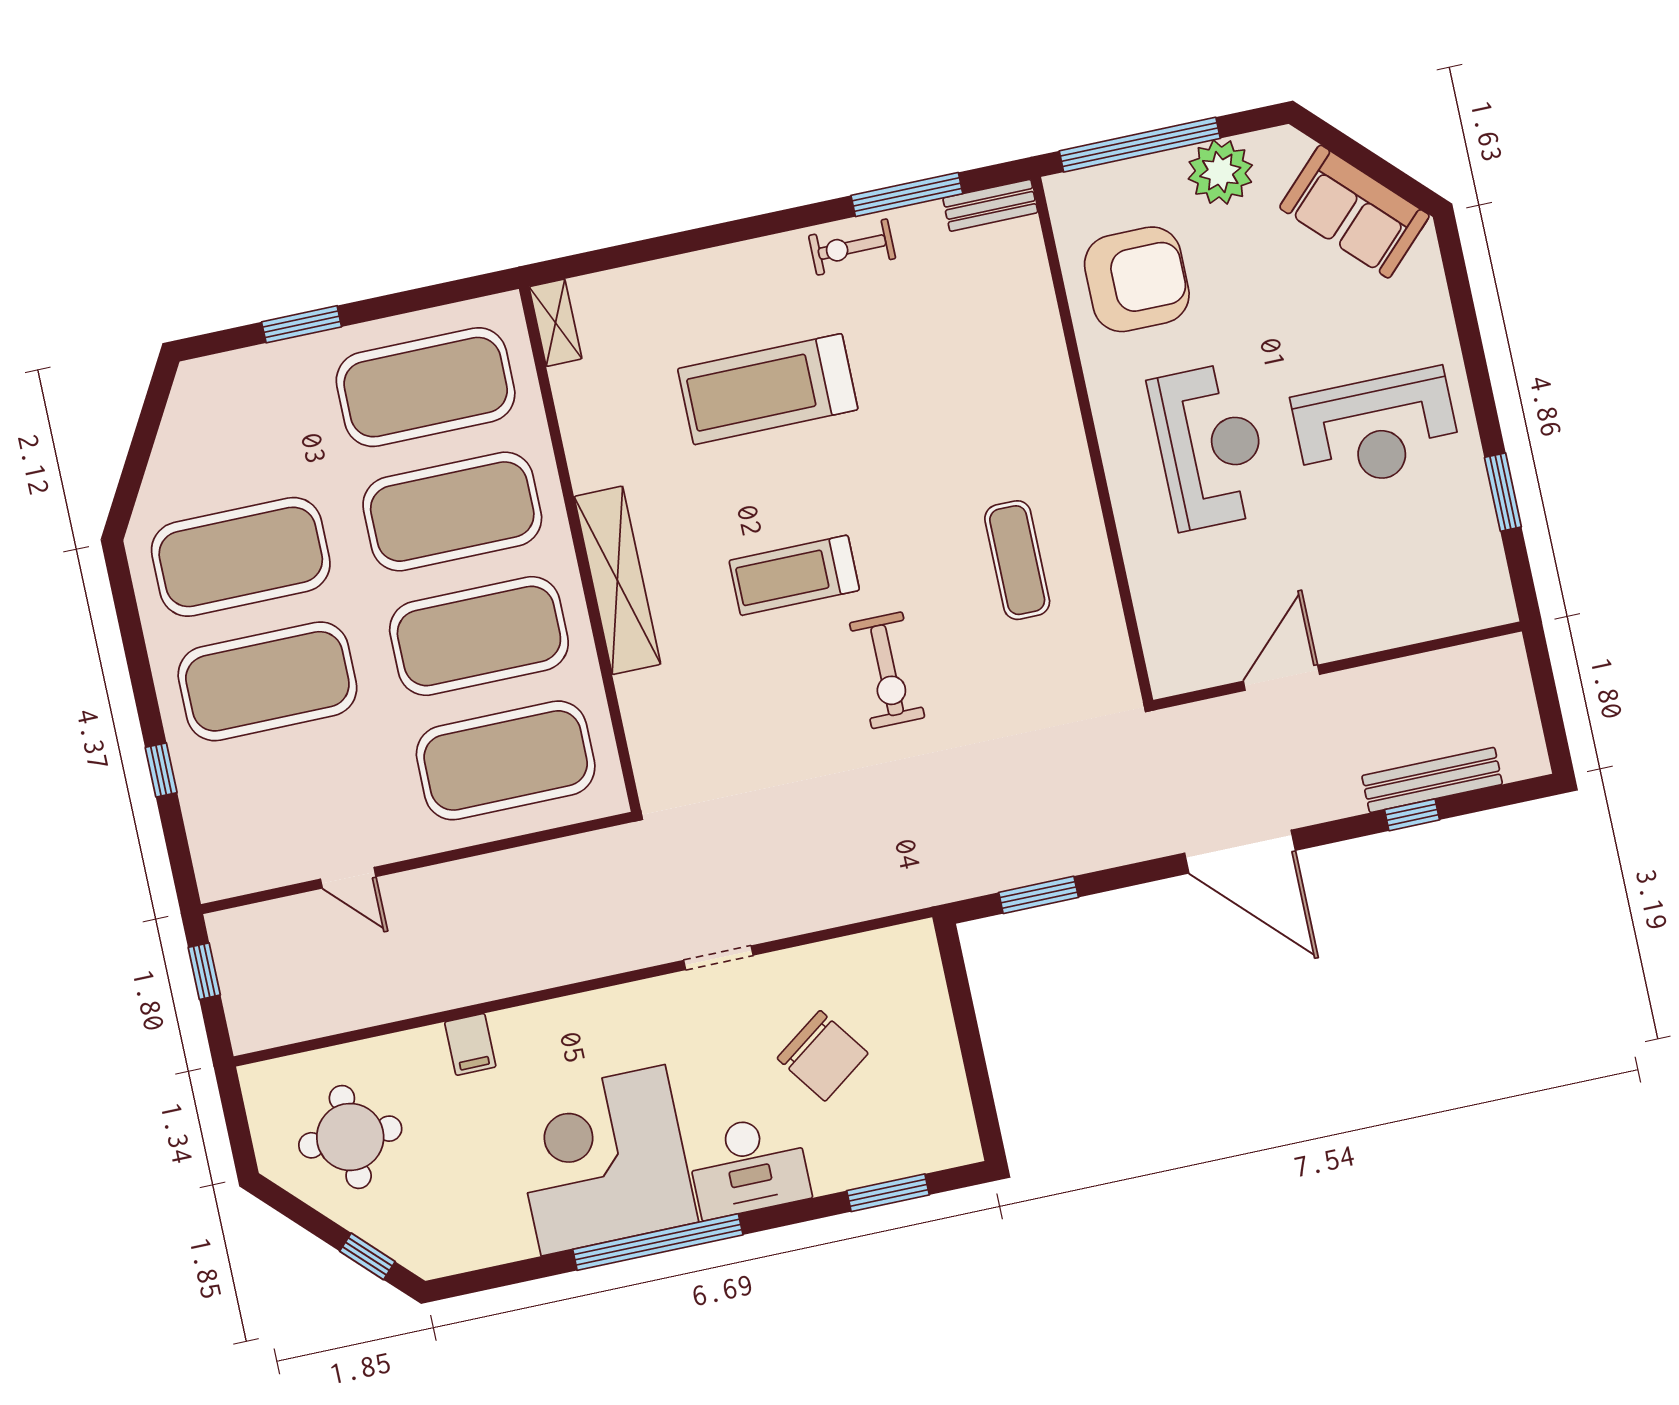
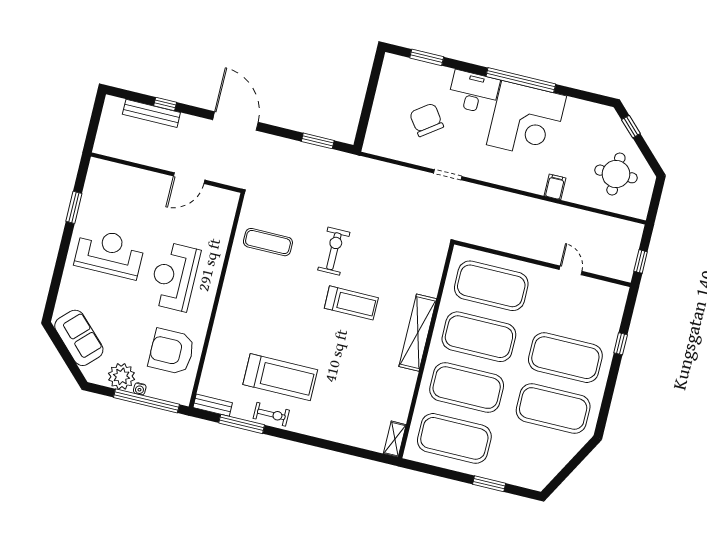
water cooler: (1167, 164) -> (140, 389), added
treadmill: (768, 389) -> (280, 377), moved
exercise mat: (1017, 560) -> (268, 242), moved, turned 90

